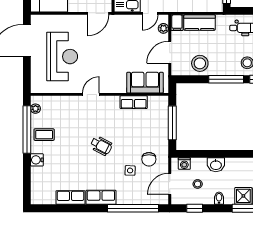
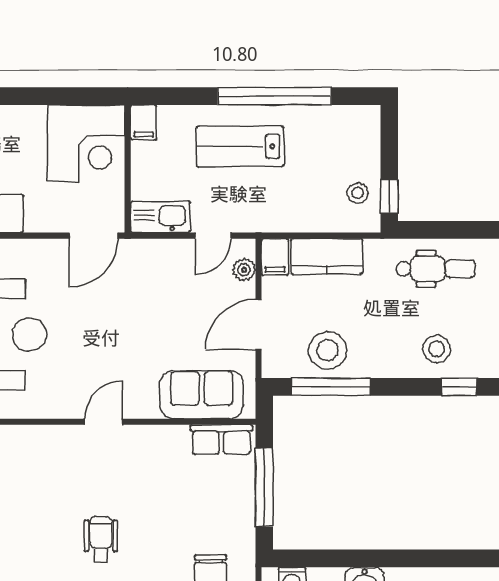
window: (226, 79) -> (331, 387), moved
door: (91, 94) -> (104, 422), moved
row of seats: (134, 102) -> (221, 439), moved
wheelchair: (101, 146) -> (101, 539), turned -118

